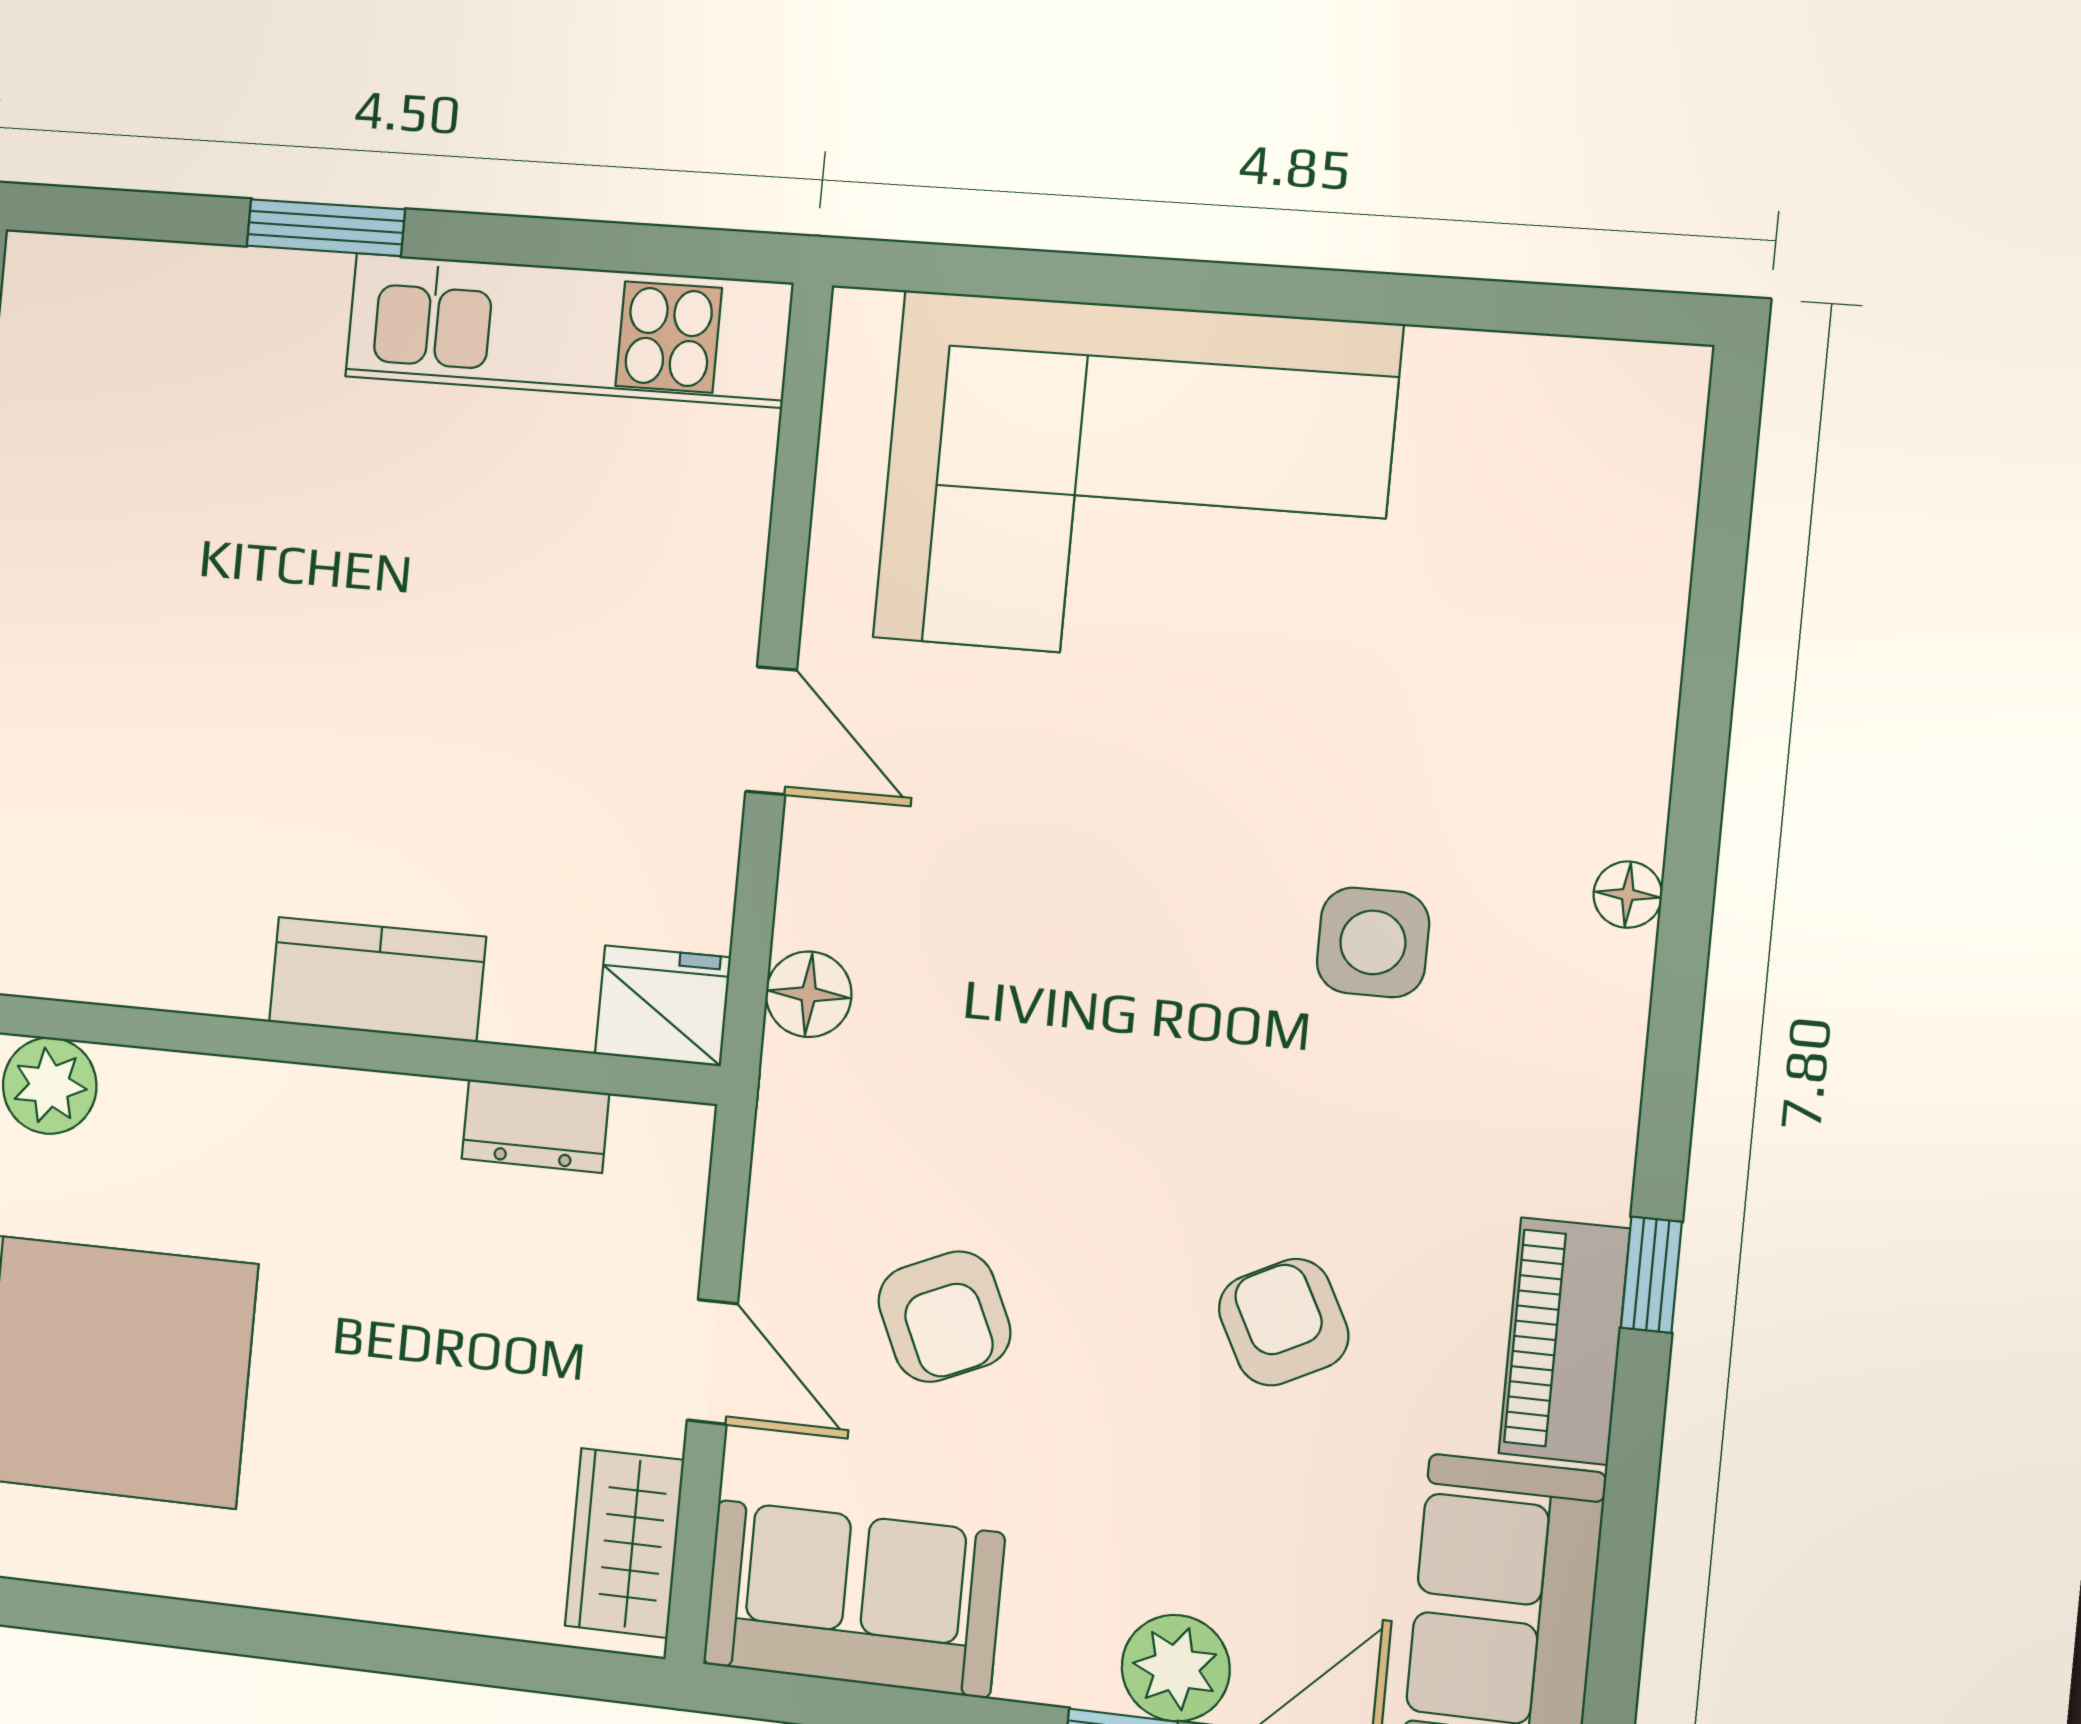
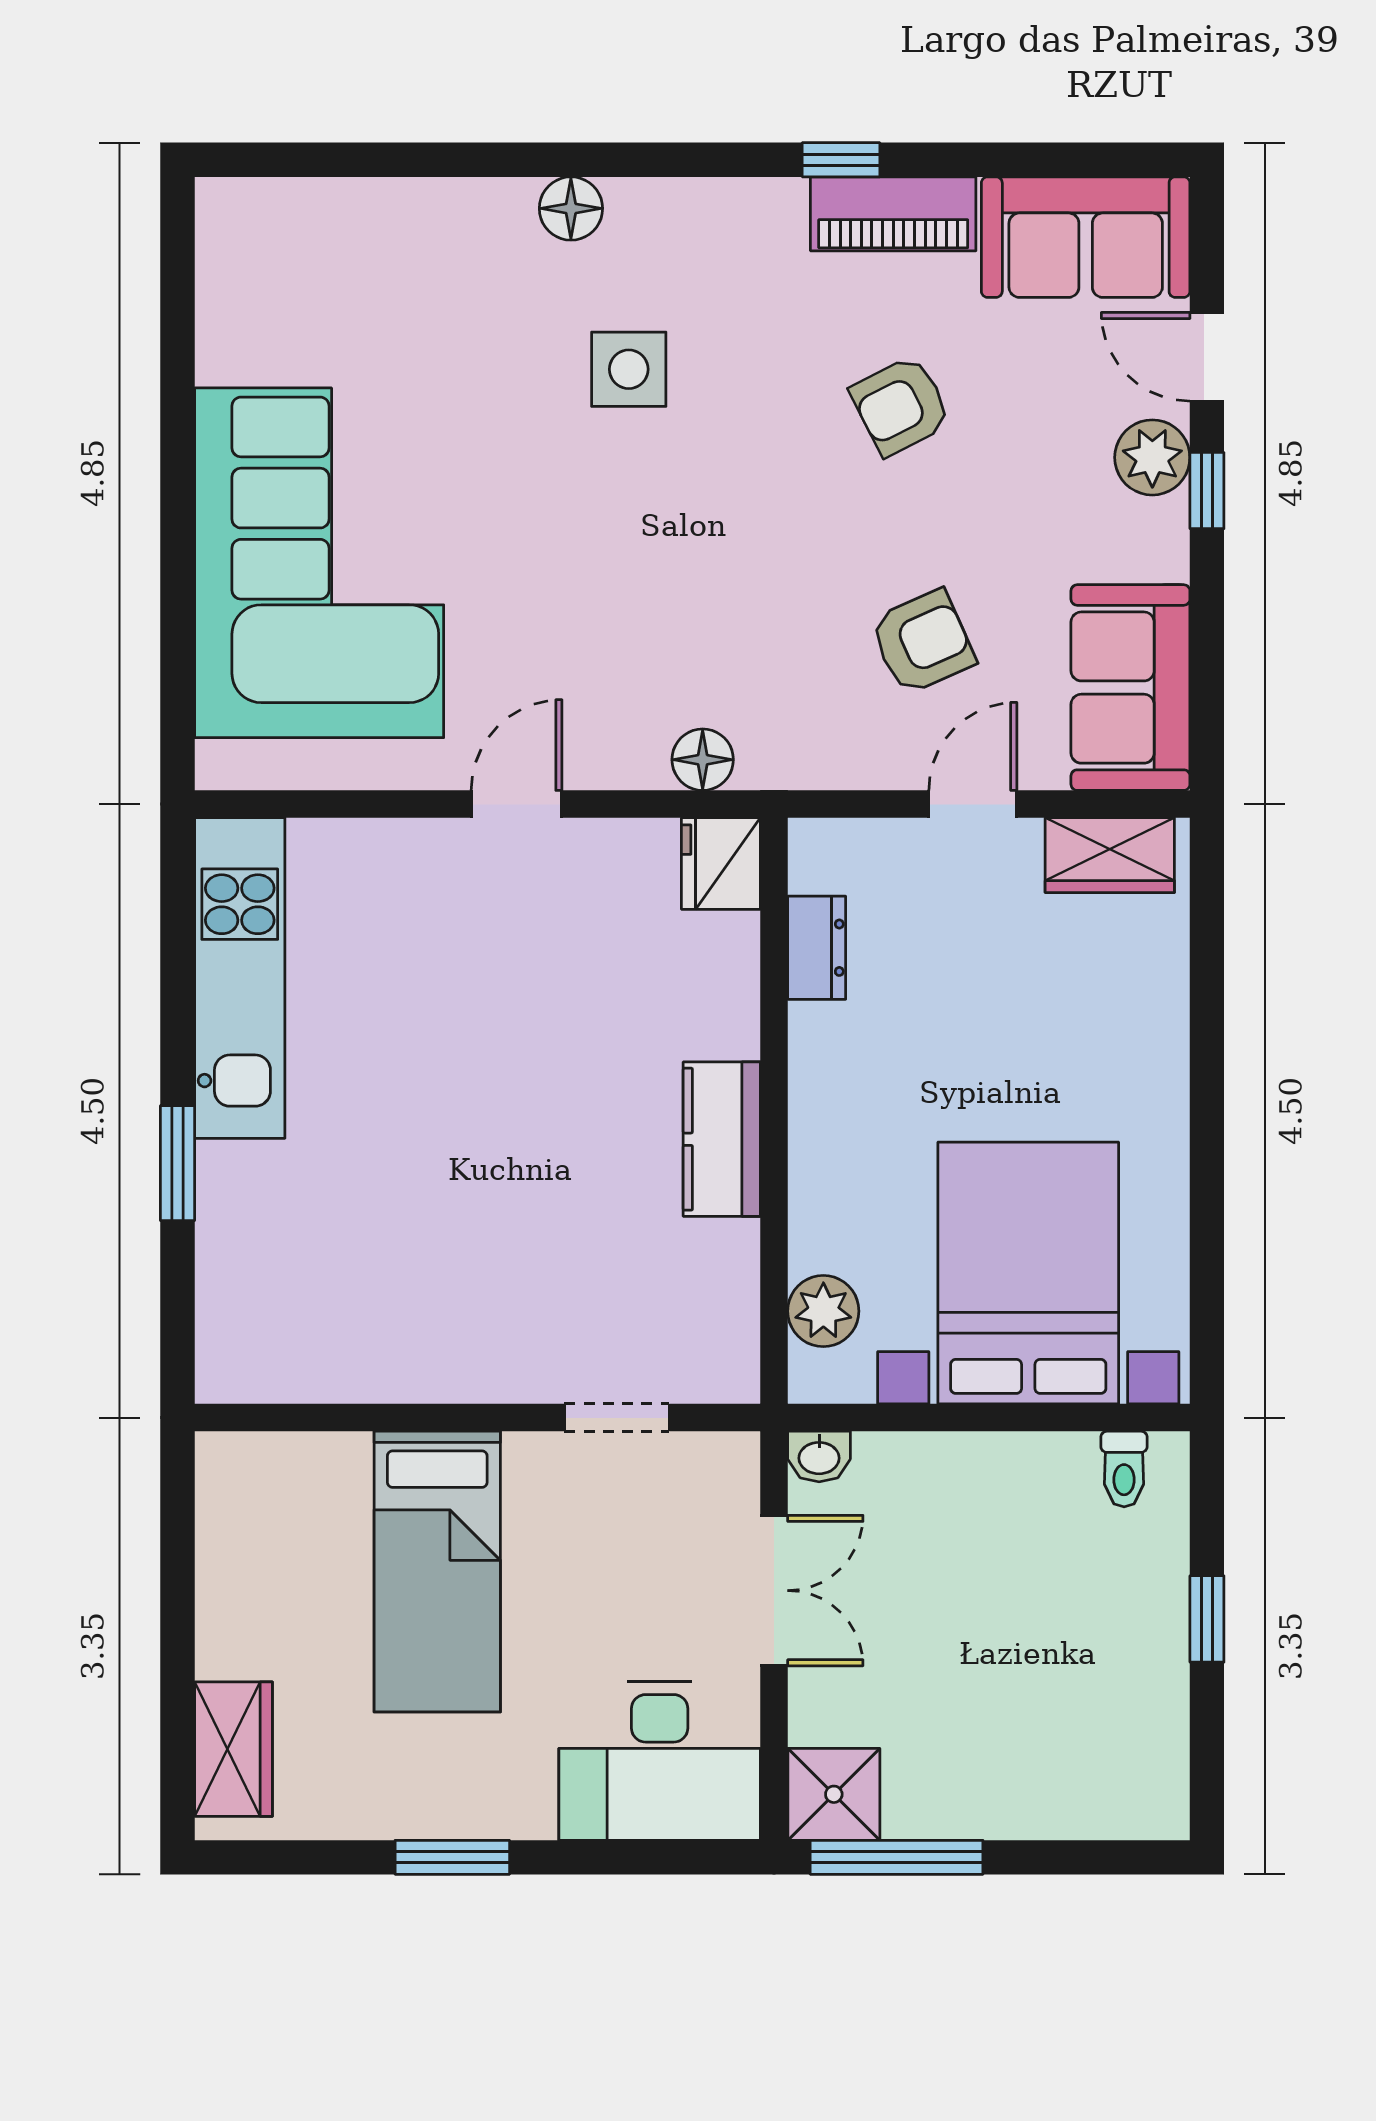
floor lamp: (1628, 895) -> (571, 208), width x1.37, depth x1.37
kitchen counter: (377, 979) -> (722, 1139), moved

